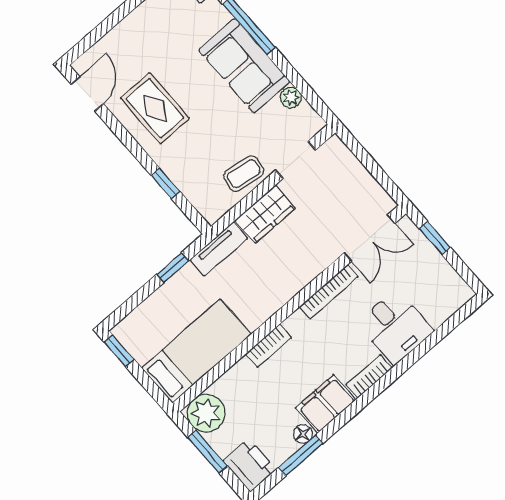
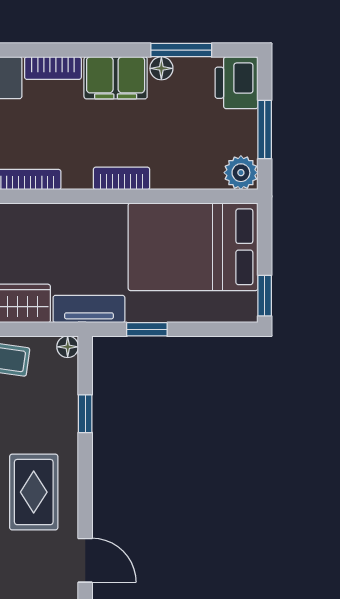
door: (87, 94) -> (85, 560), swing flipped
floor lamp: (212, 215) -> (68, 347), added
bed: (196, 351) -> (193, 247), width x1.50
plant: (206, 413) -> (241, 173), width x0.73, depth x0.73

